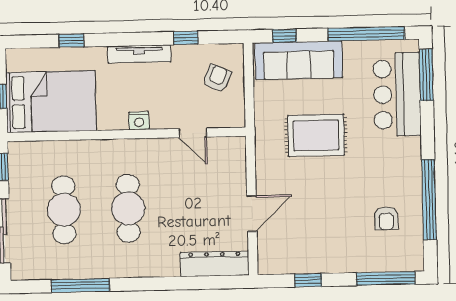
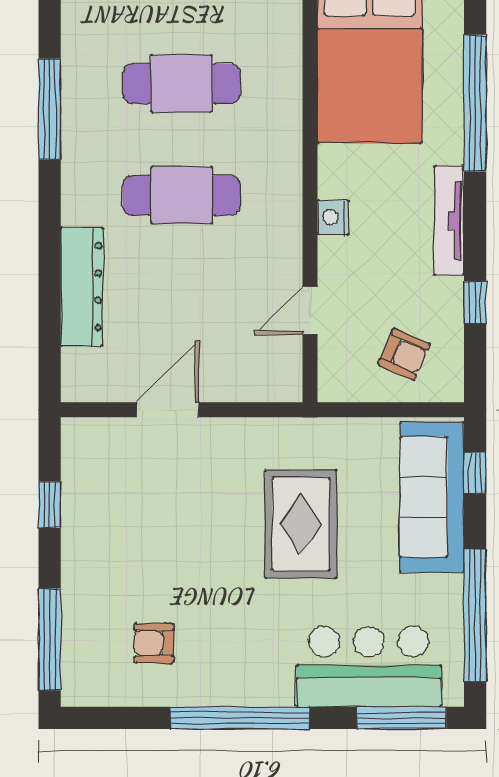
window: (71, 41) -> (475, 103), width x3.17
window: (429, 200) -> (240, 718), moved
door: (252, 213) -> (168, 410), swing flipped
dresser: (215, 264) -> (82, 287), moved

